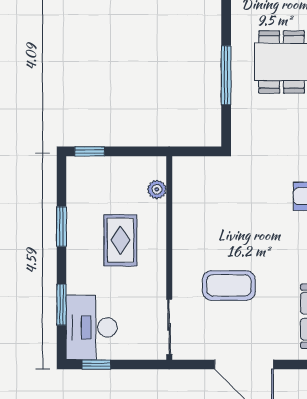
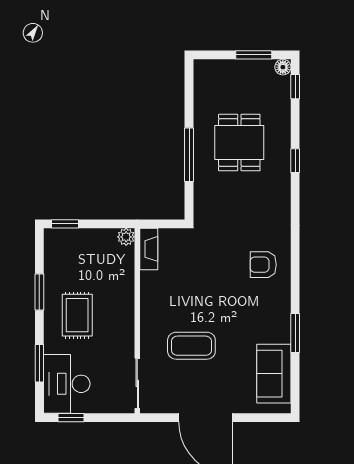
fireplace: (182, 179) -> (149, 249), added
plant: (157, 189) -> (126, 237), moved
rug: (120, 240) -> (77, 315), moved

